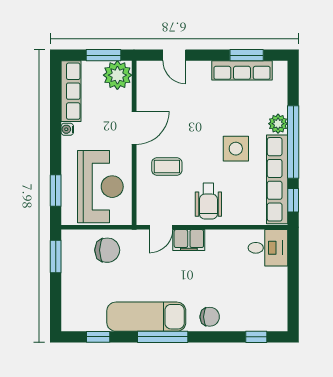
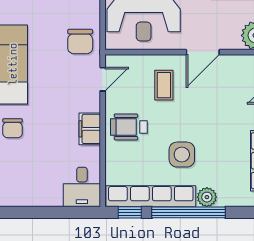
door: (134, 128) -> (203, 52), hinge flipped
door: (161, 227) -> (103, 79), swing flipped
filing cabinet: (189, 240) -> (90, 129), moved
chair: (107, 250) -> (80, 41), moved

